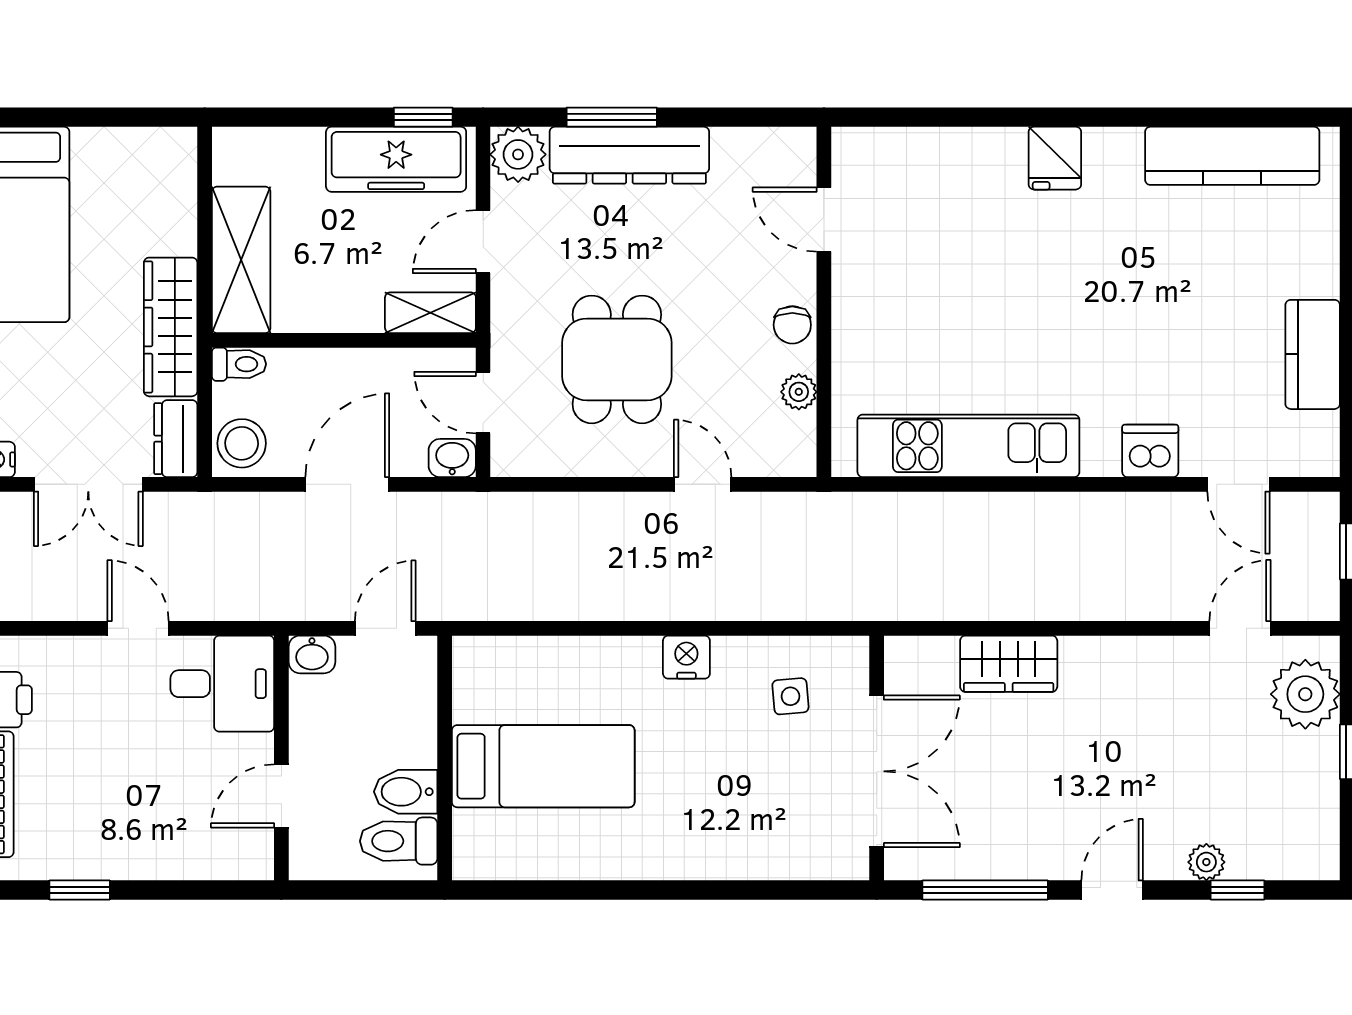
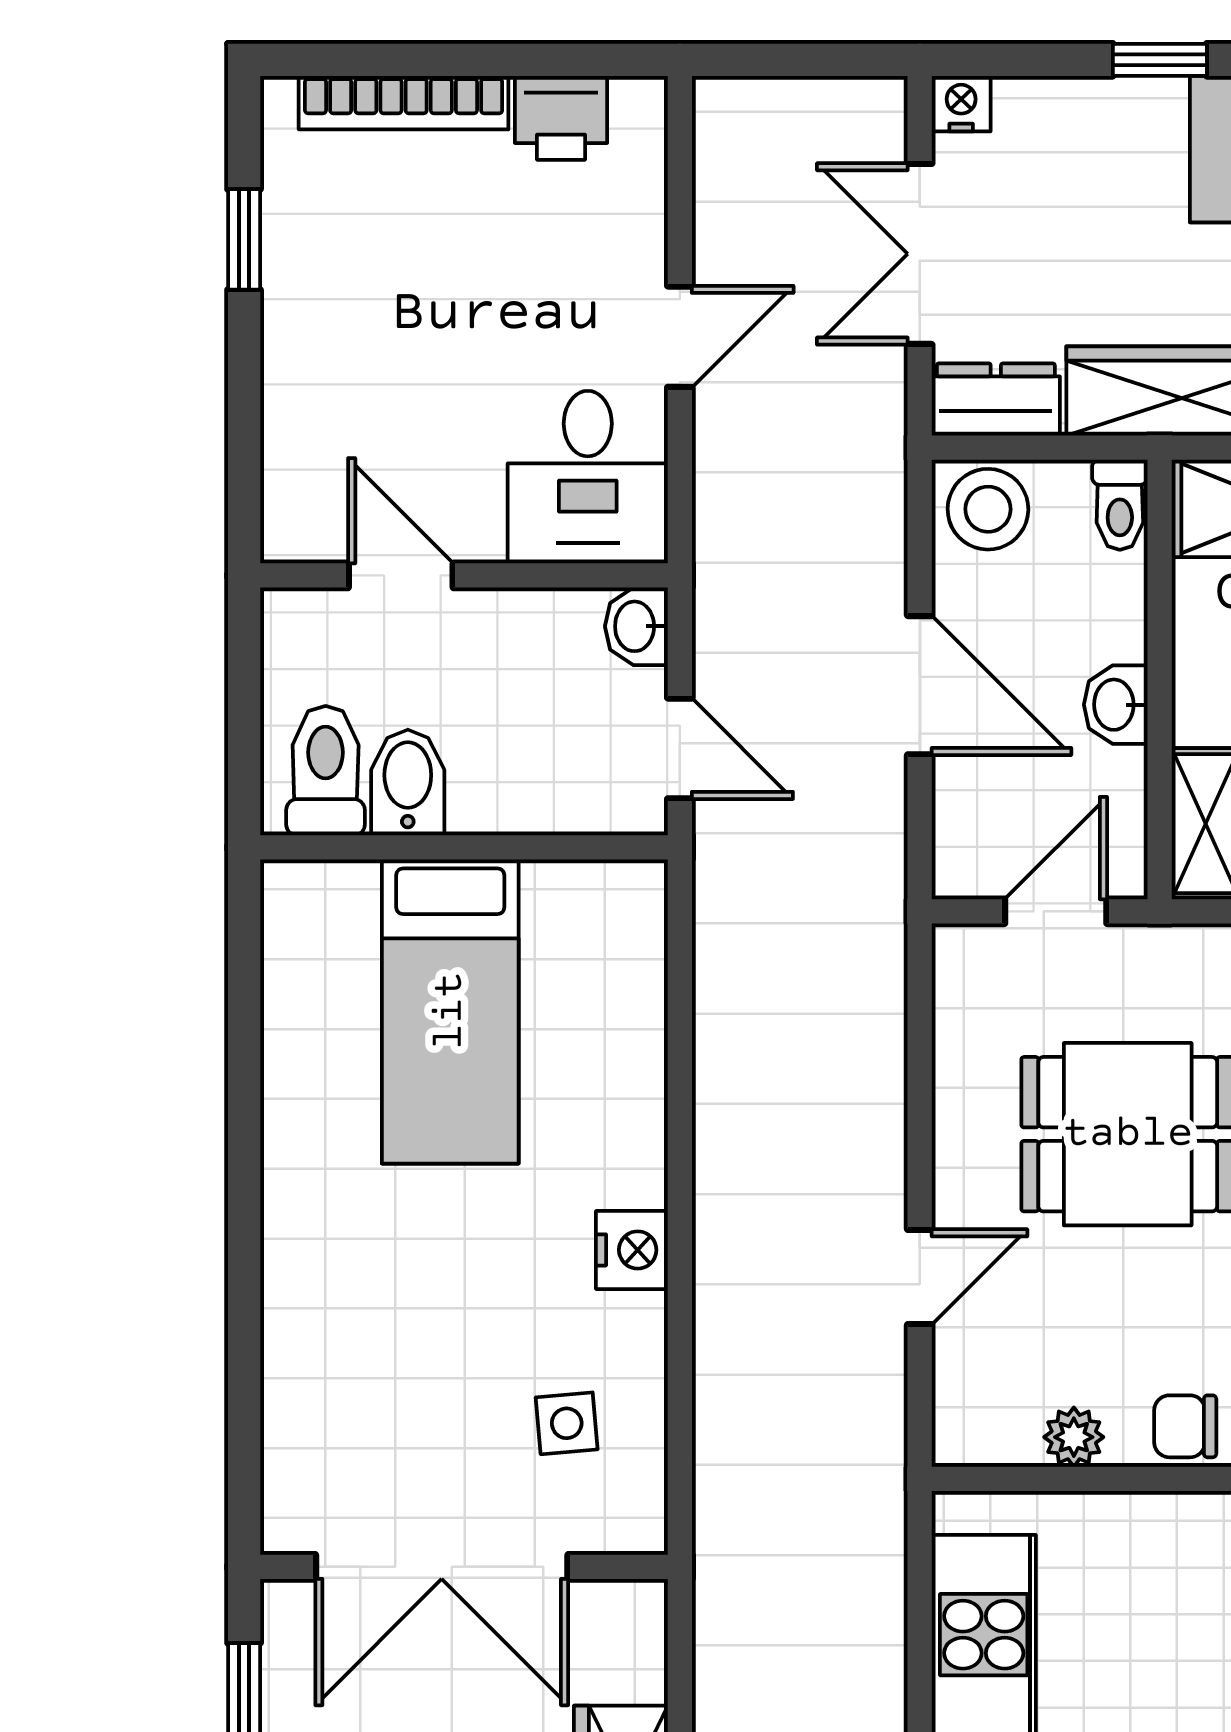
washbasin: (452, 458) -> (1116, 705), moved, turned 180

